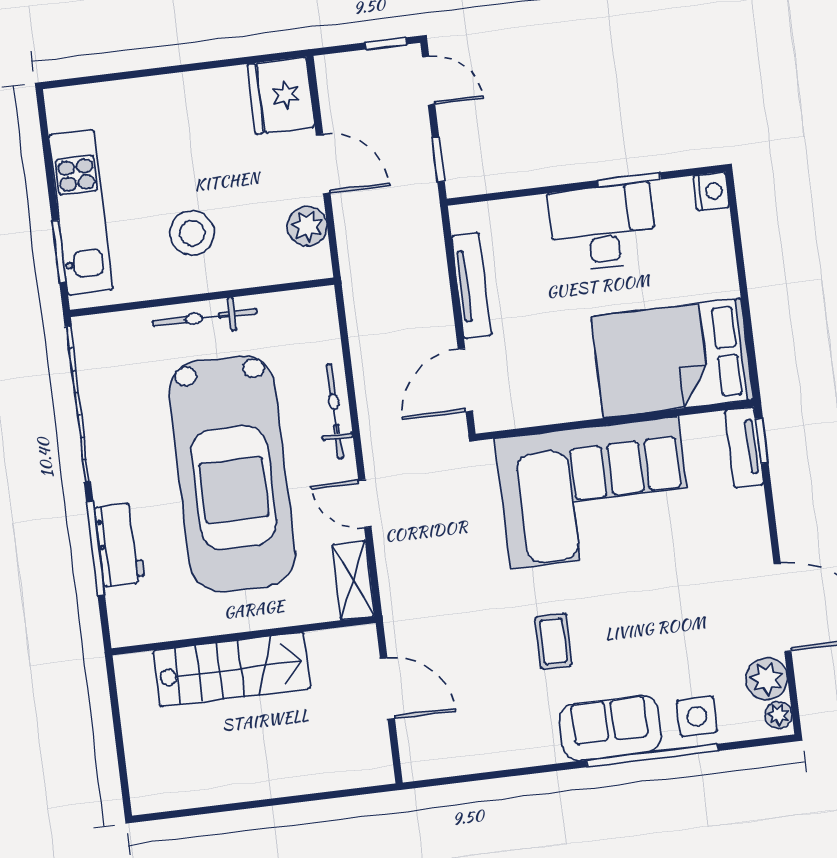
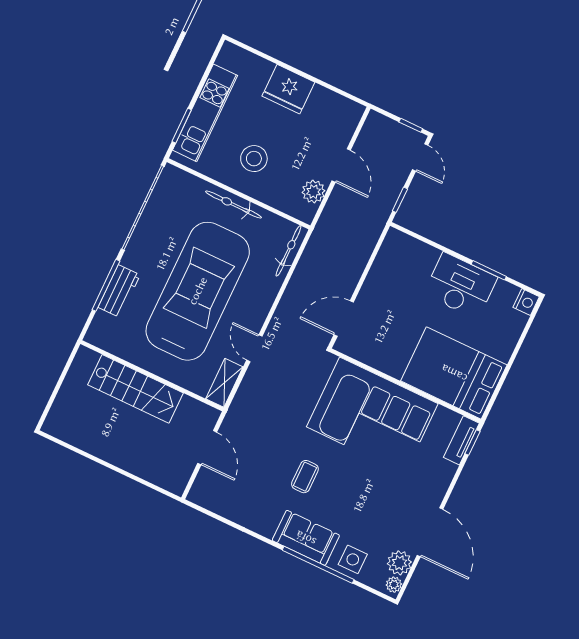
fridge: (281, 96) -> (288, 89), moved, turned -90
tv unit: (472, 286) -> (377, 273), removed
bicycle: (335, 411) -> (288, 251), moved
car: (232, 474) -> (198, 291), turned 180

